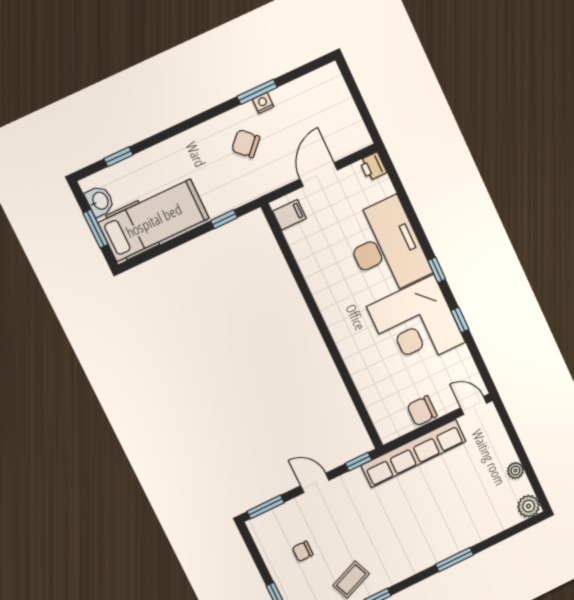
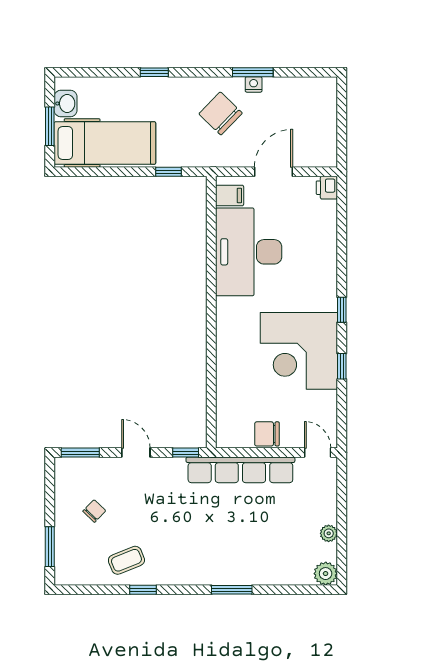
chair: (246, 144) -> (221, 113), width x1.37, depth x1.37
window: (118, 157) -> (154, 72), moved
desk: (386, 247) -> (249, 252), moved, turned 180
chair: (303, 551) -> (94, 511), turned 134

